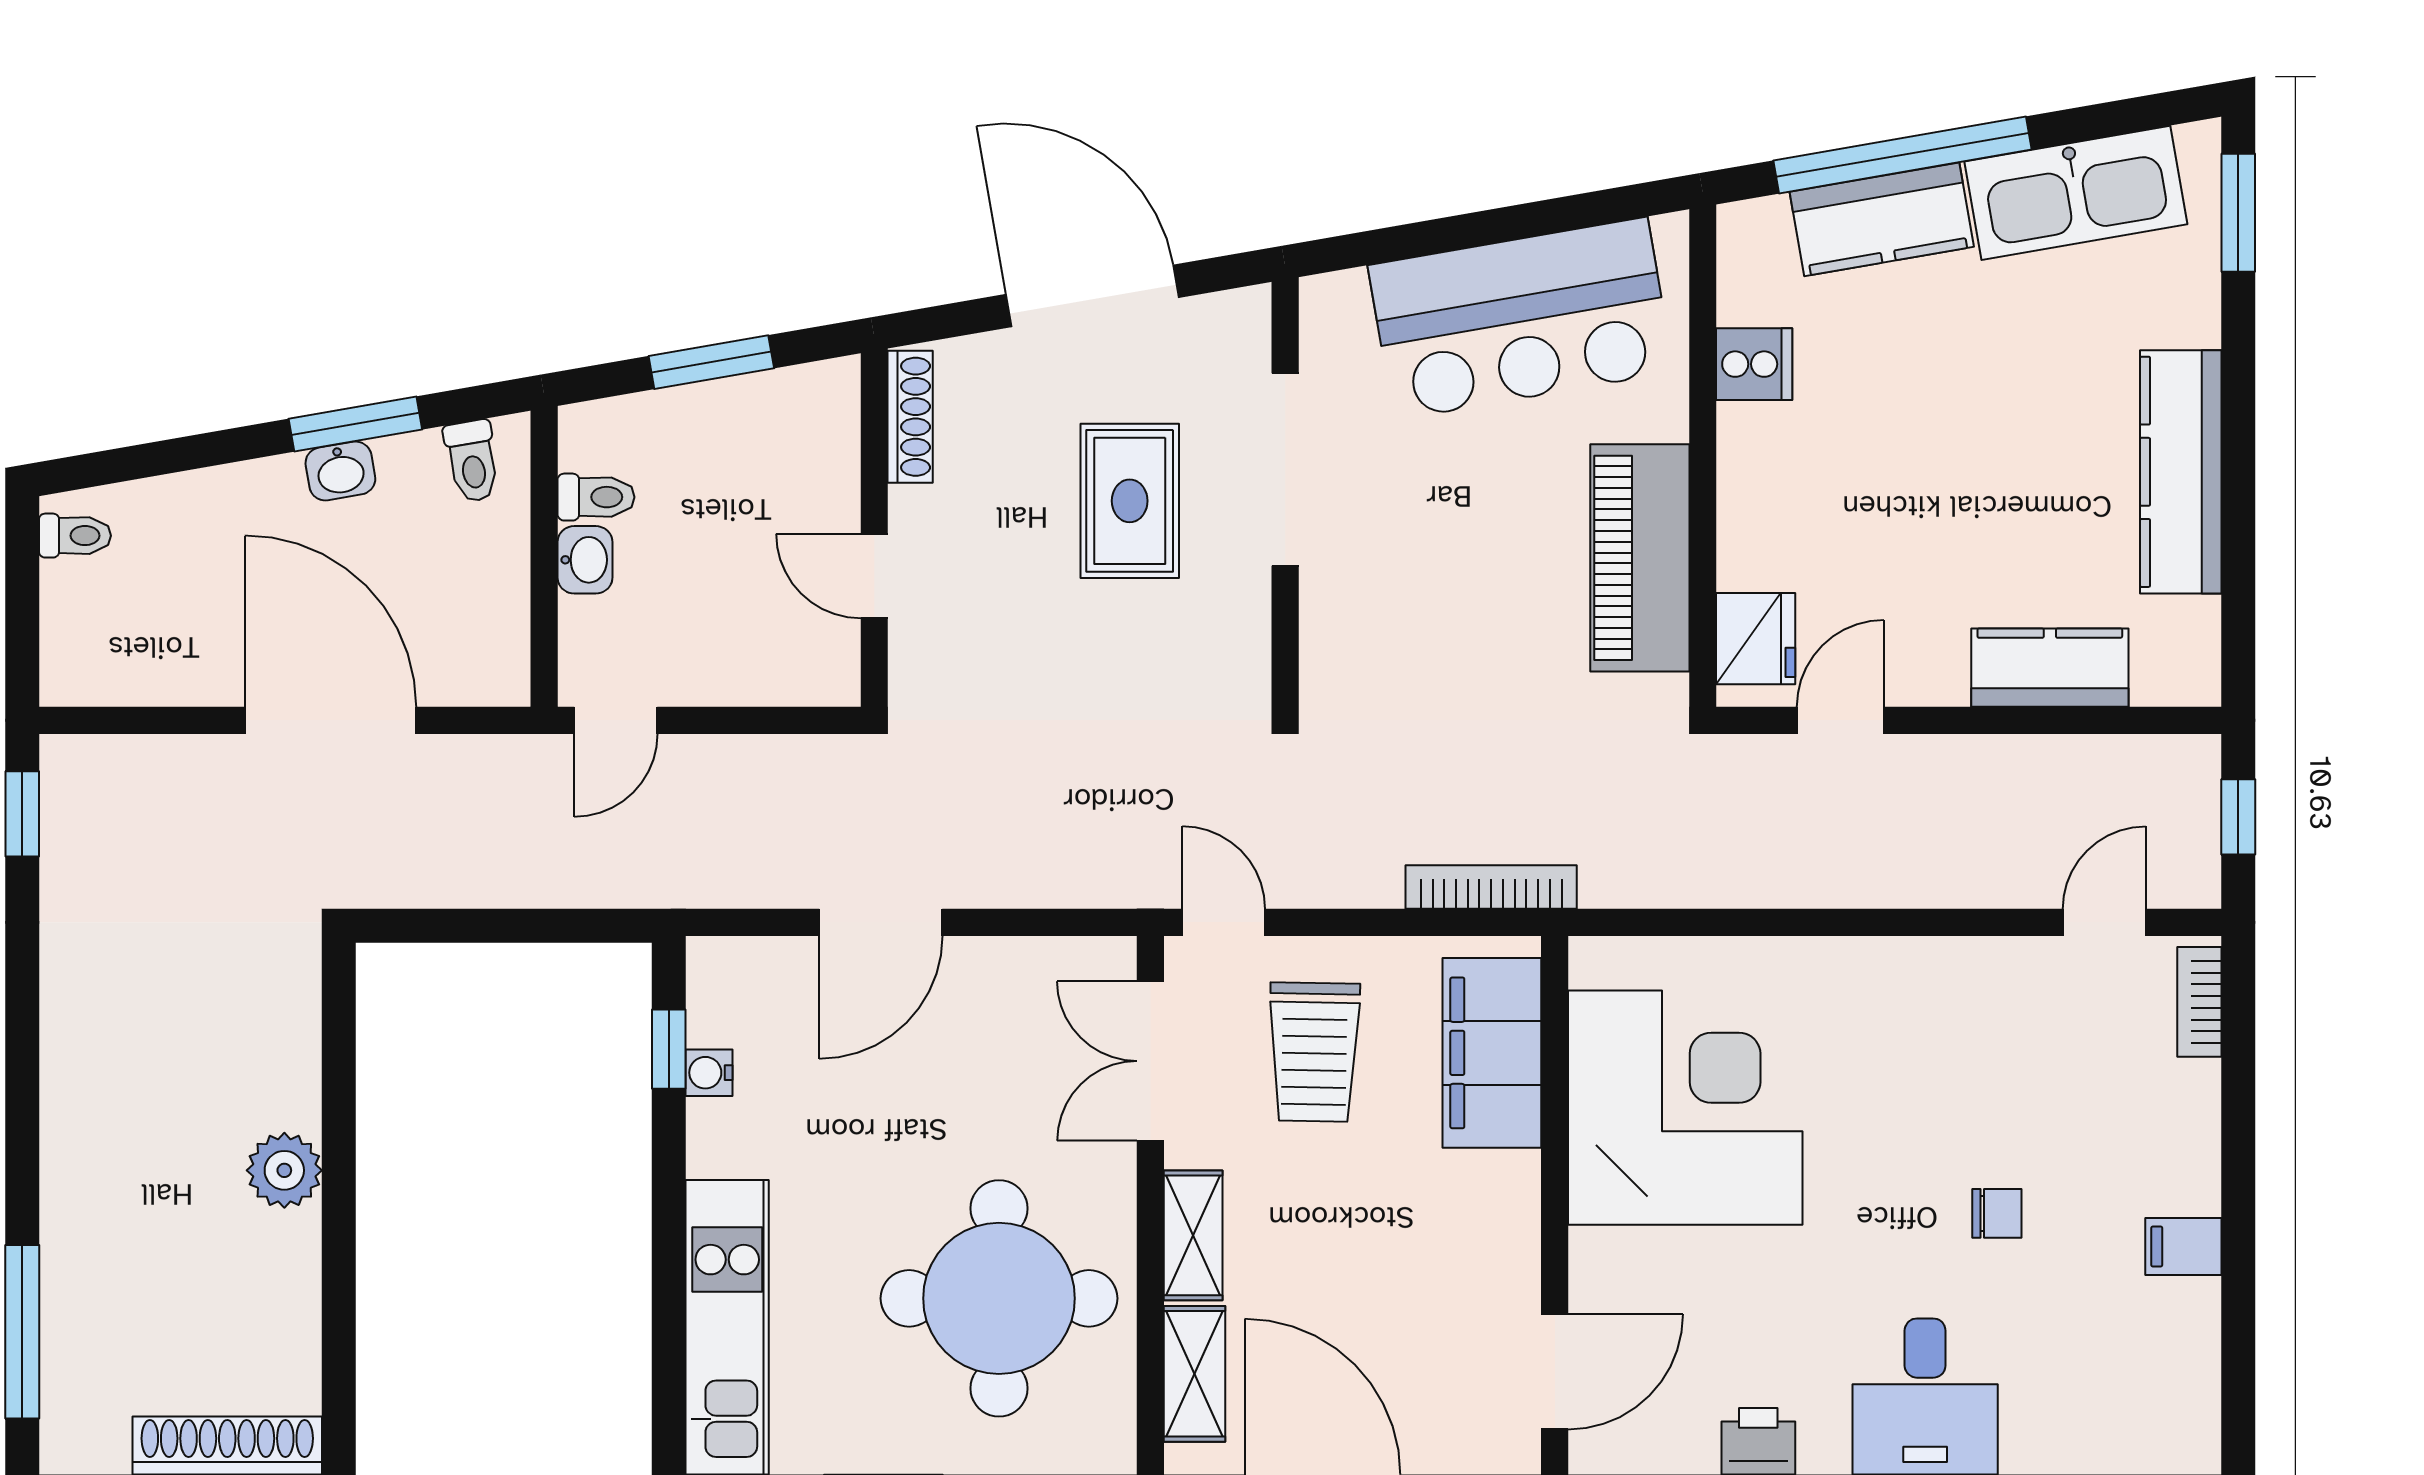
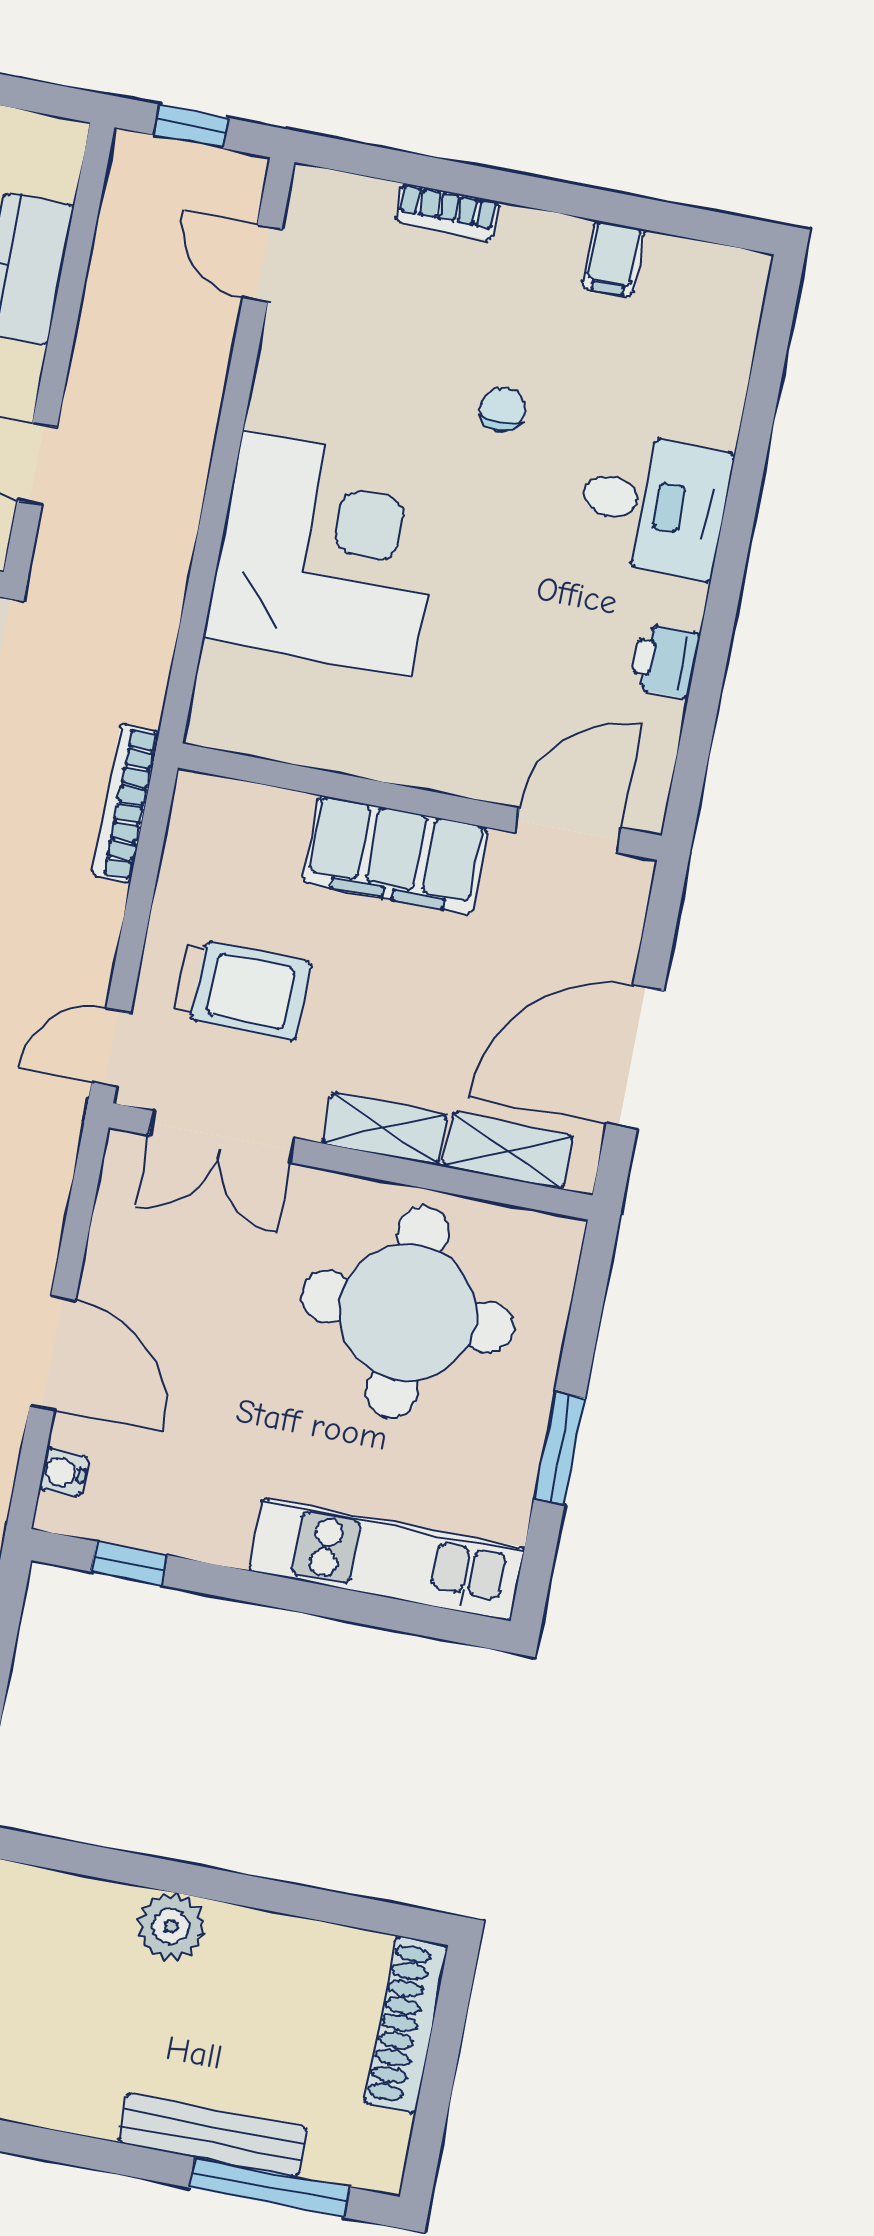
bookcase: (2199, 1002) -> (448, 212), moved
filing cabinet: (1492, 1053) -> (395, 855), moved
water cooler: (709, 1073) -> (64, 1472), moved, turned 90
corner desk: (1685, 1108) -> (327, 554), moved, turned 90
filing cabinet: (2183, 1246) -> (614, 258), moved
bench: (67, 1259) -> (212, 2135), added
door: (1555, 1372) -> (568, 830), hinge flipped

